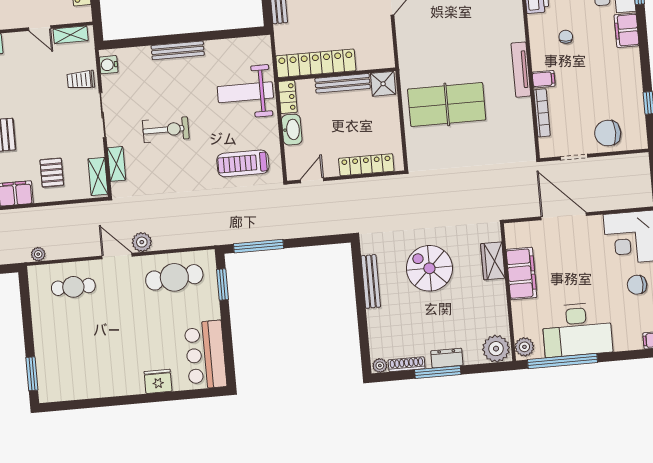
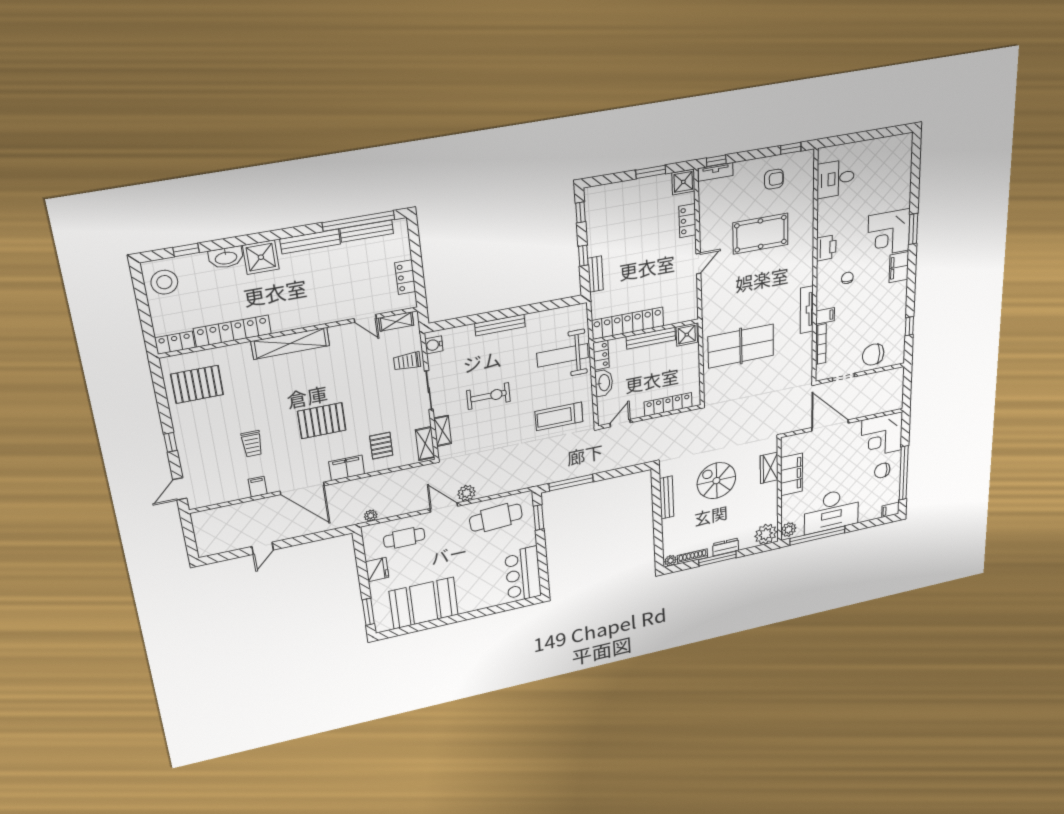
booth: (93, 373) -> (424, 603), added
fridge: (158, 381) -> (377, 569), moved, turned 90

